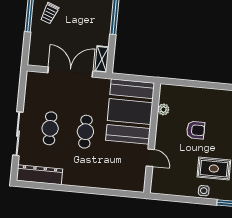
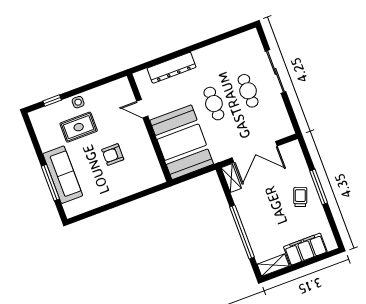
plant: (163, 109) -> (152, 159), removed
dresser: (40, 175) -> (172, 68), moved

